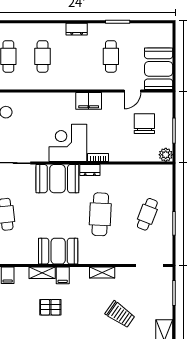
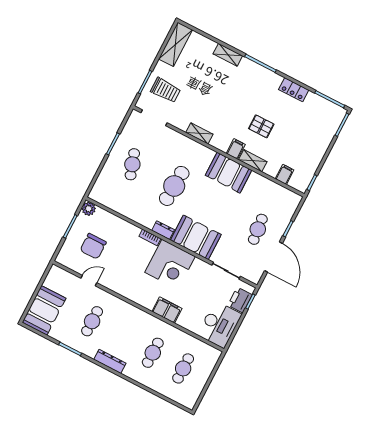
dresser: (77, 29) -> (110, 361), width x1.44
booth: (159, 69) -> (44, 310), moved
filing cabinet: (89, 101) -> (167, 310), moved
cafe table: (147, 214) -> (132, 164), turned -39
trolley: (120, 314) -> (165, 90), moved, turned 145

